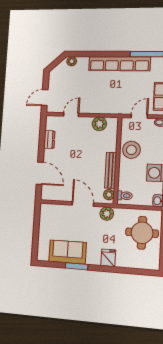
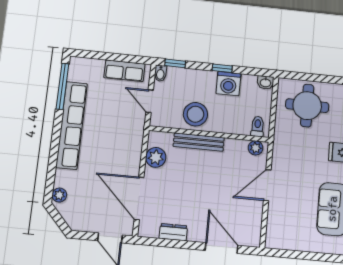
door: (71, 115) -> (139, 198), width x1.88
bench: (110, 170) -> (199, 142), moved
door: (40, 173) -> (221, 248), hinge flipped
plant: (107, 214) -> (281, 152), removed

